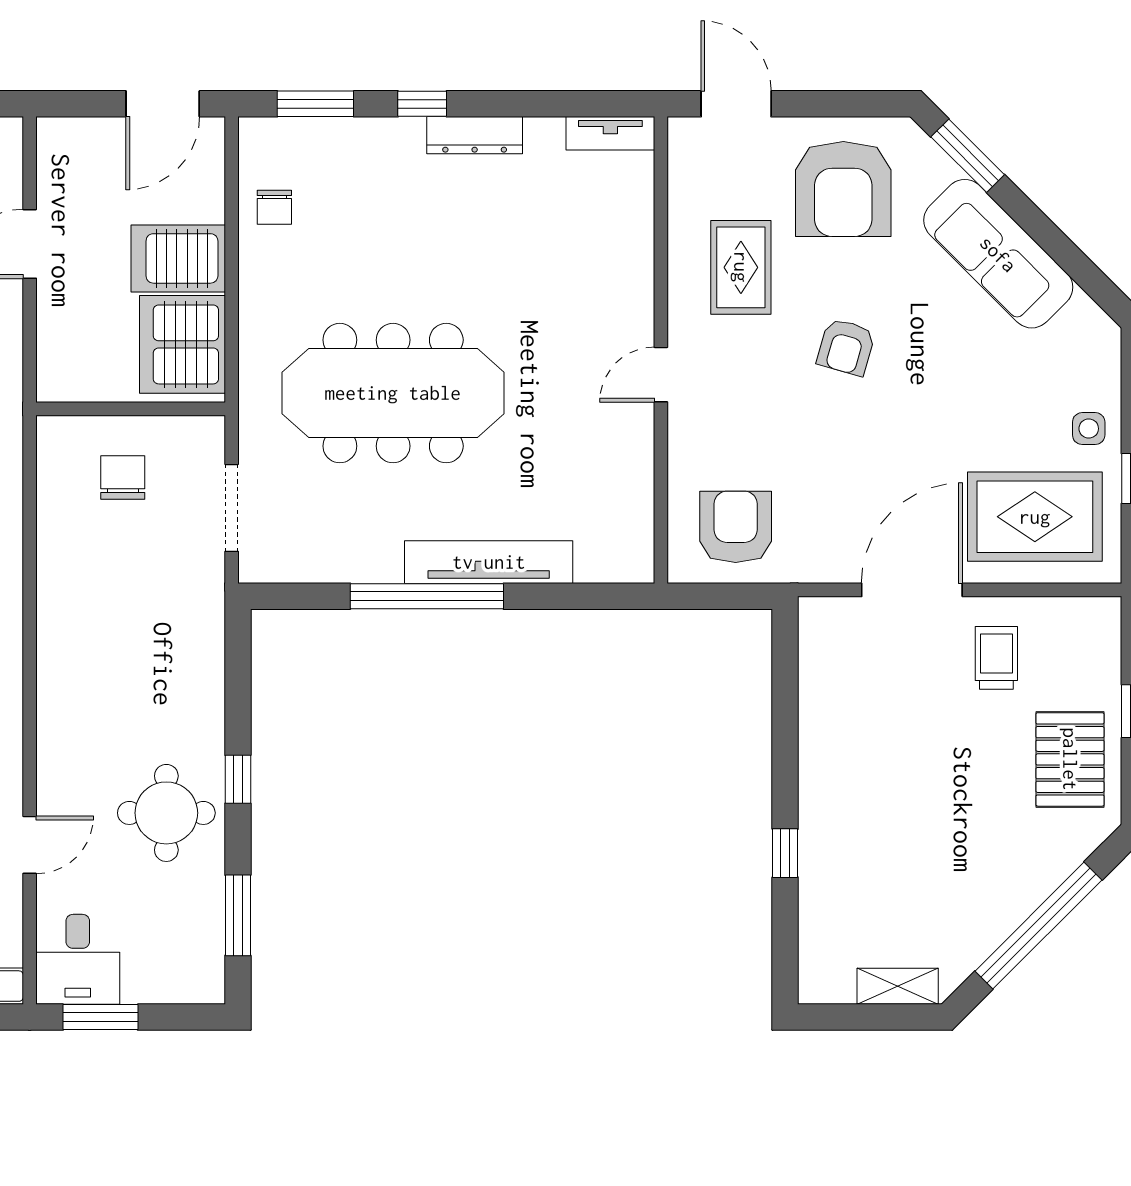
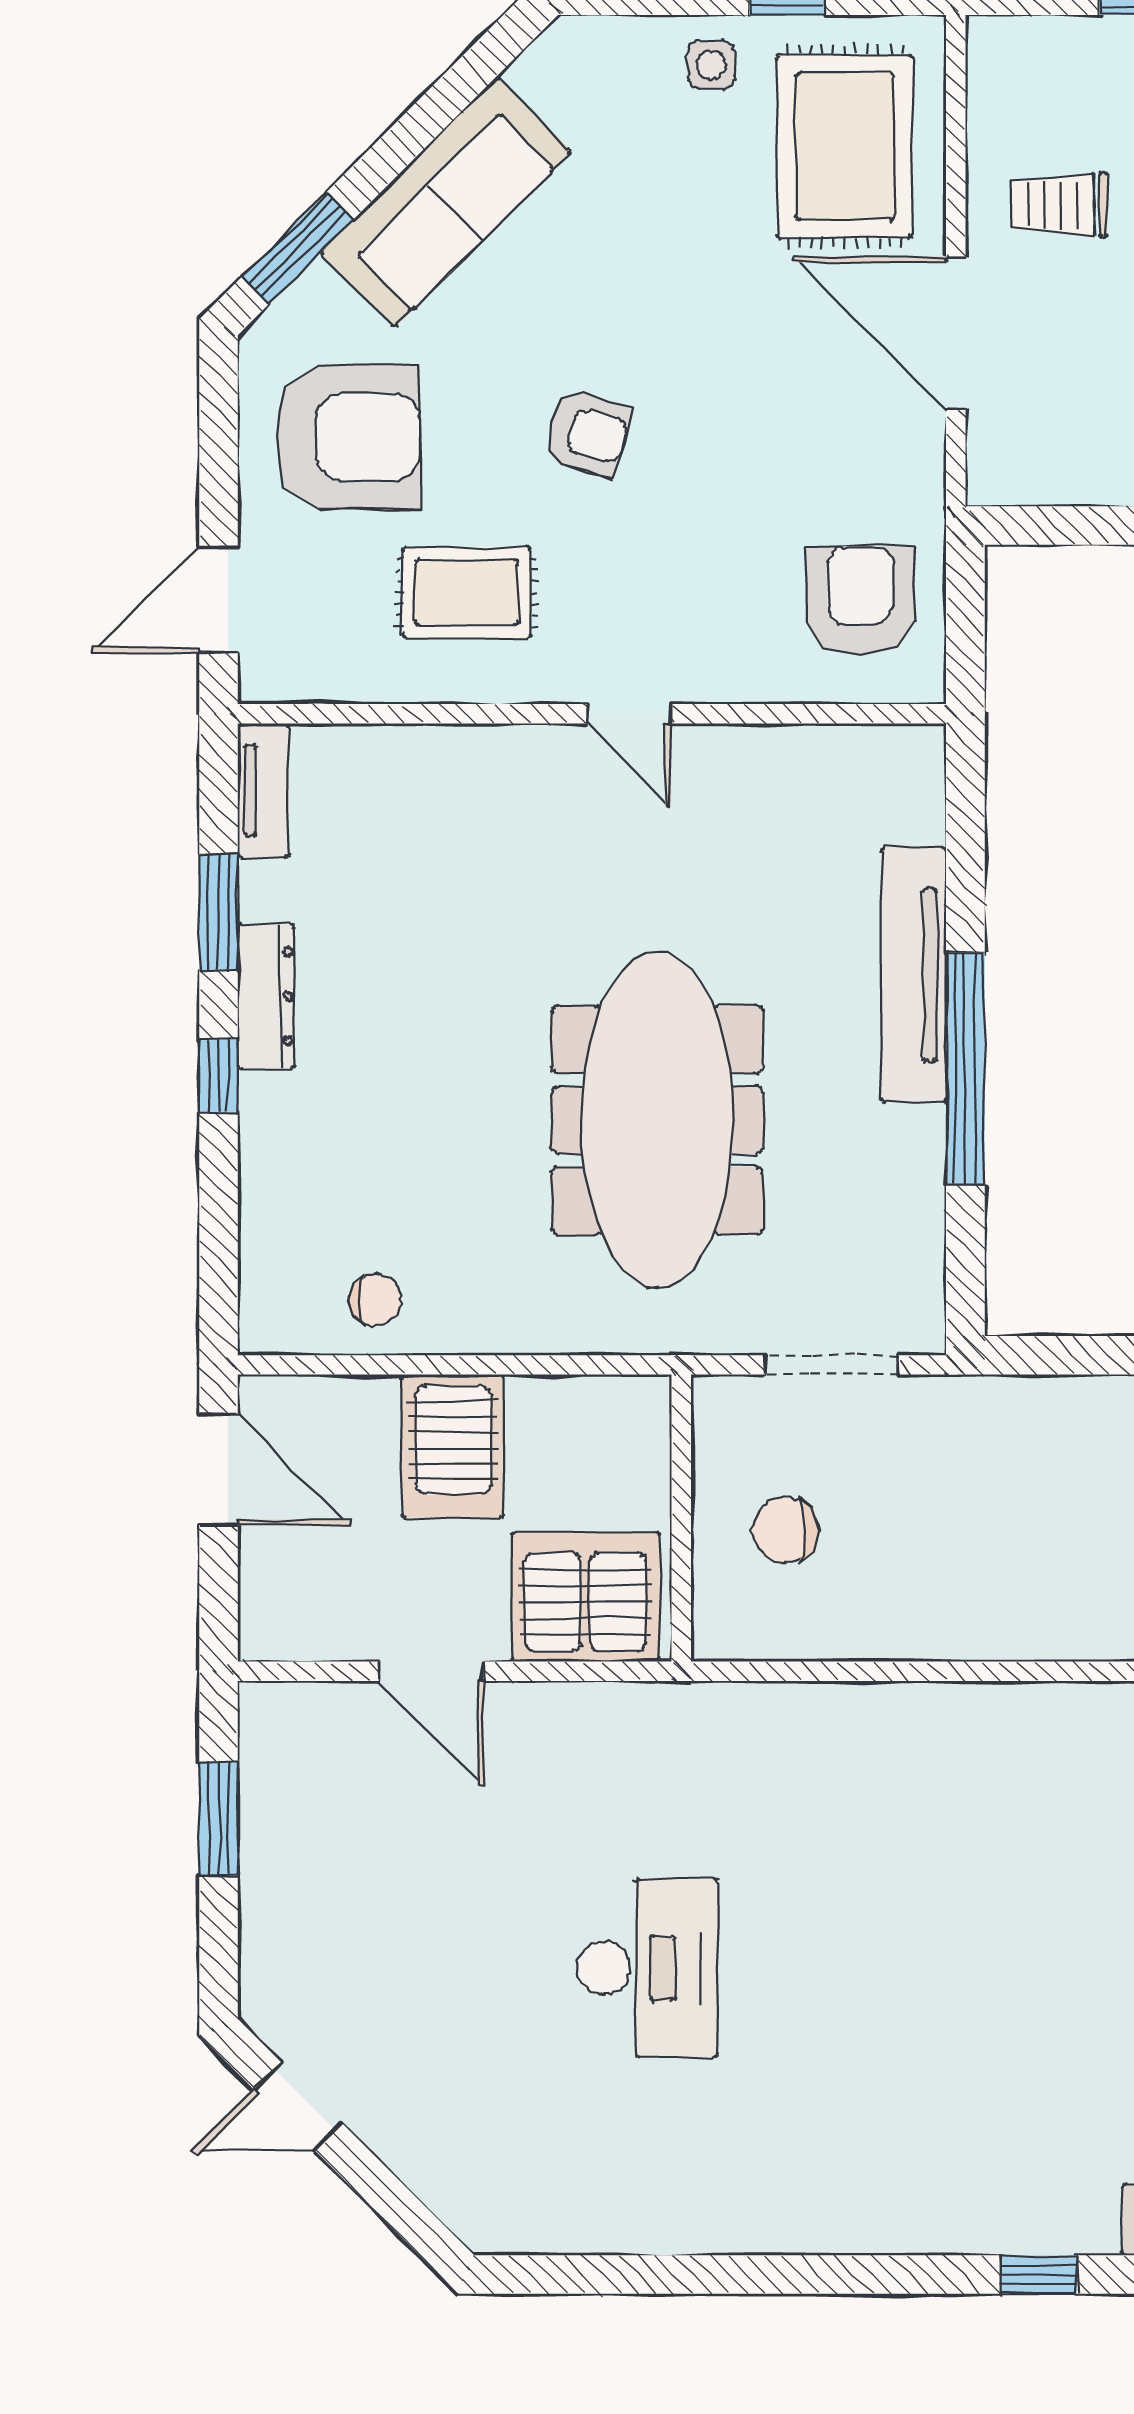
window: (315, 104) -> (219, 912), moved
server rack: (182, 344) -> (585, 1597), moved, turned 180
armchair: (736, 527) -> (860, 600), turned 90

